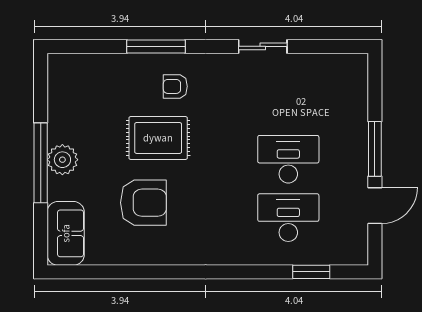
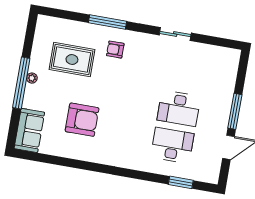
rug: (158, 138) -> (72, 59), moved
desk: (288, 159) -> (179, 108), turned 180
plant: (62, 160) -> (32, 78), width x0.53, depth x0.53

